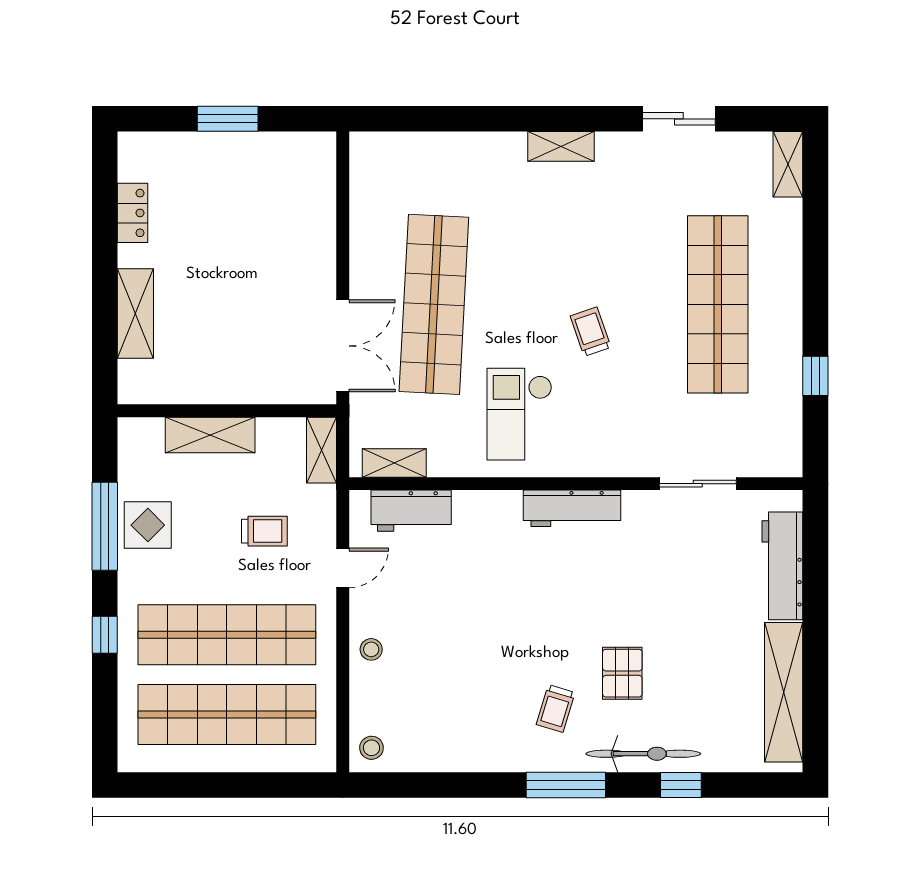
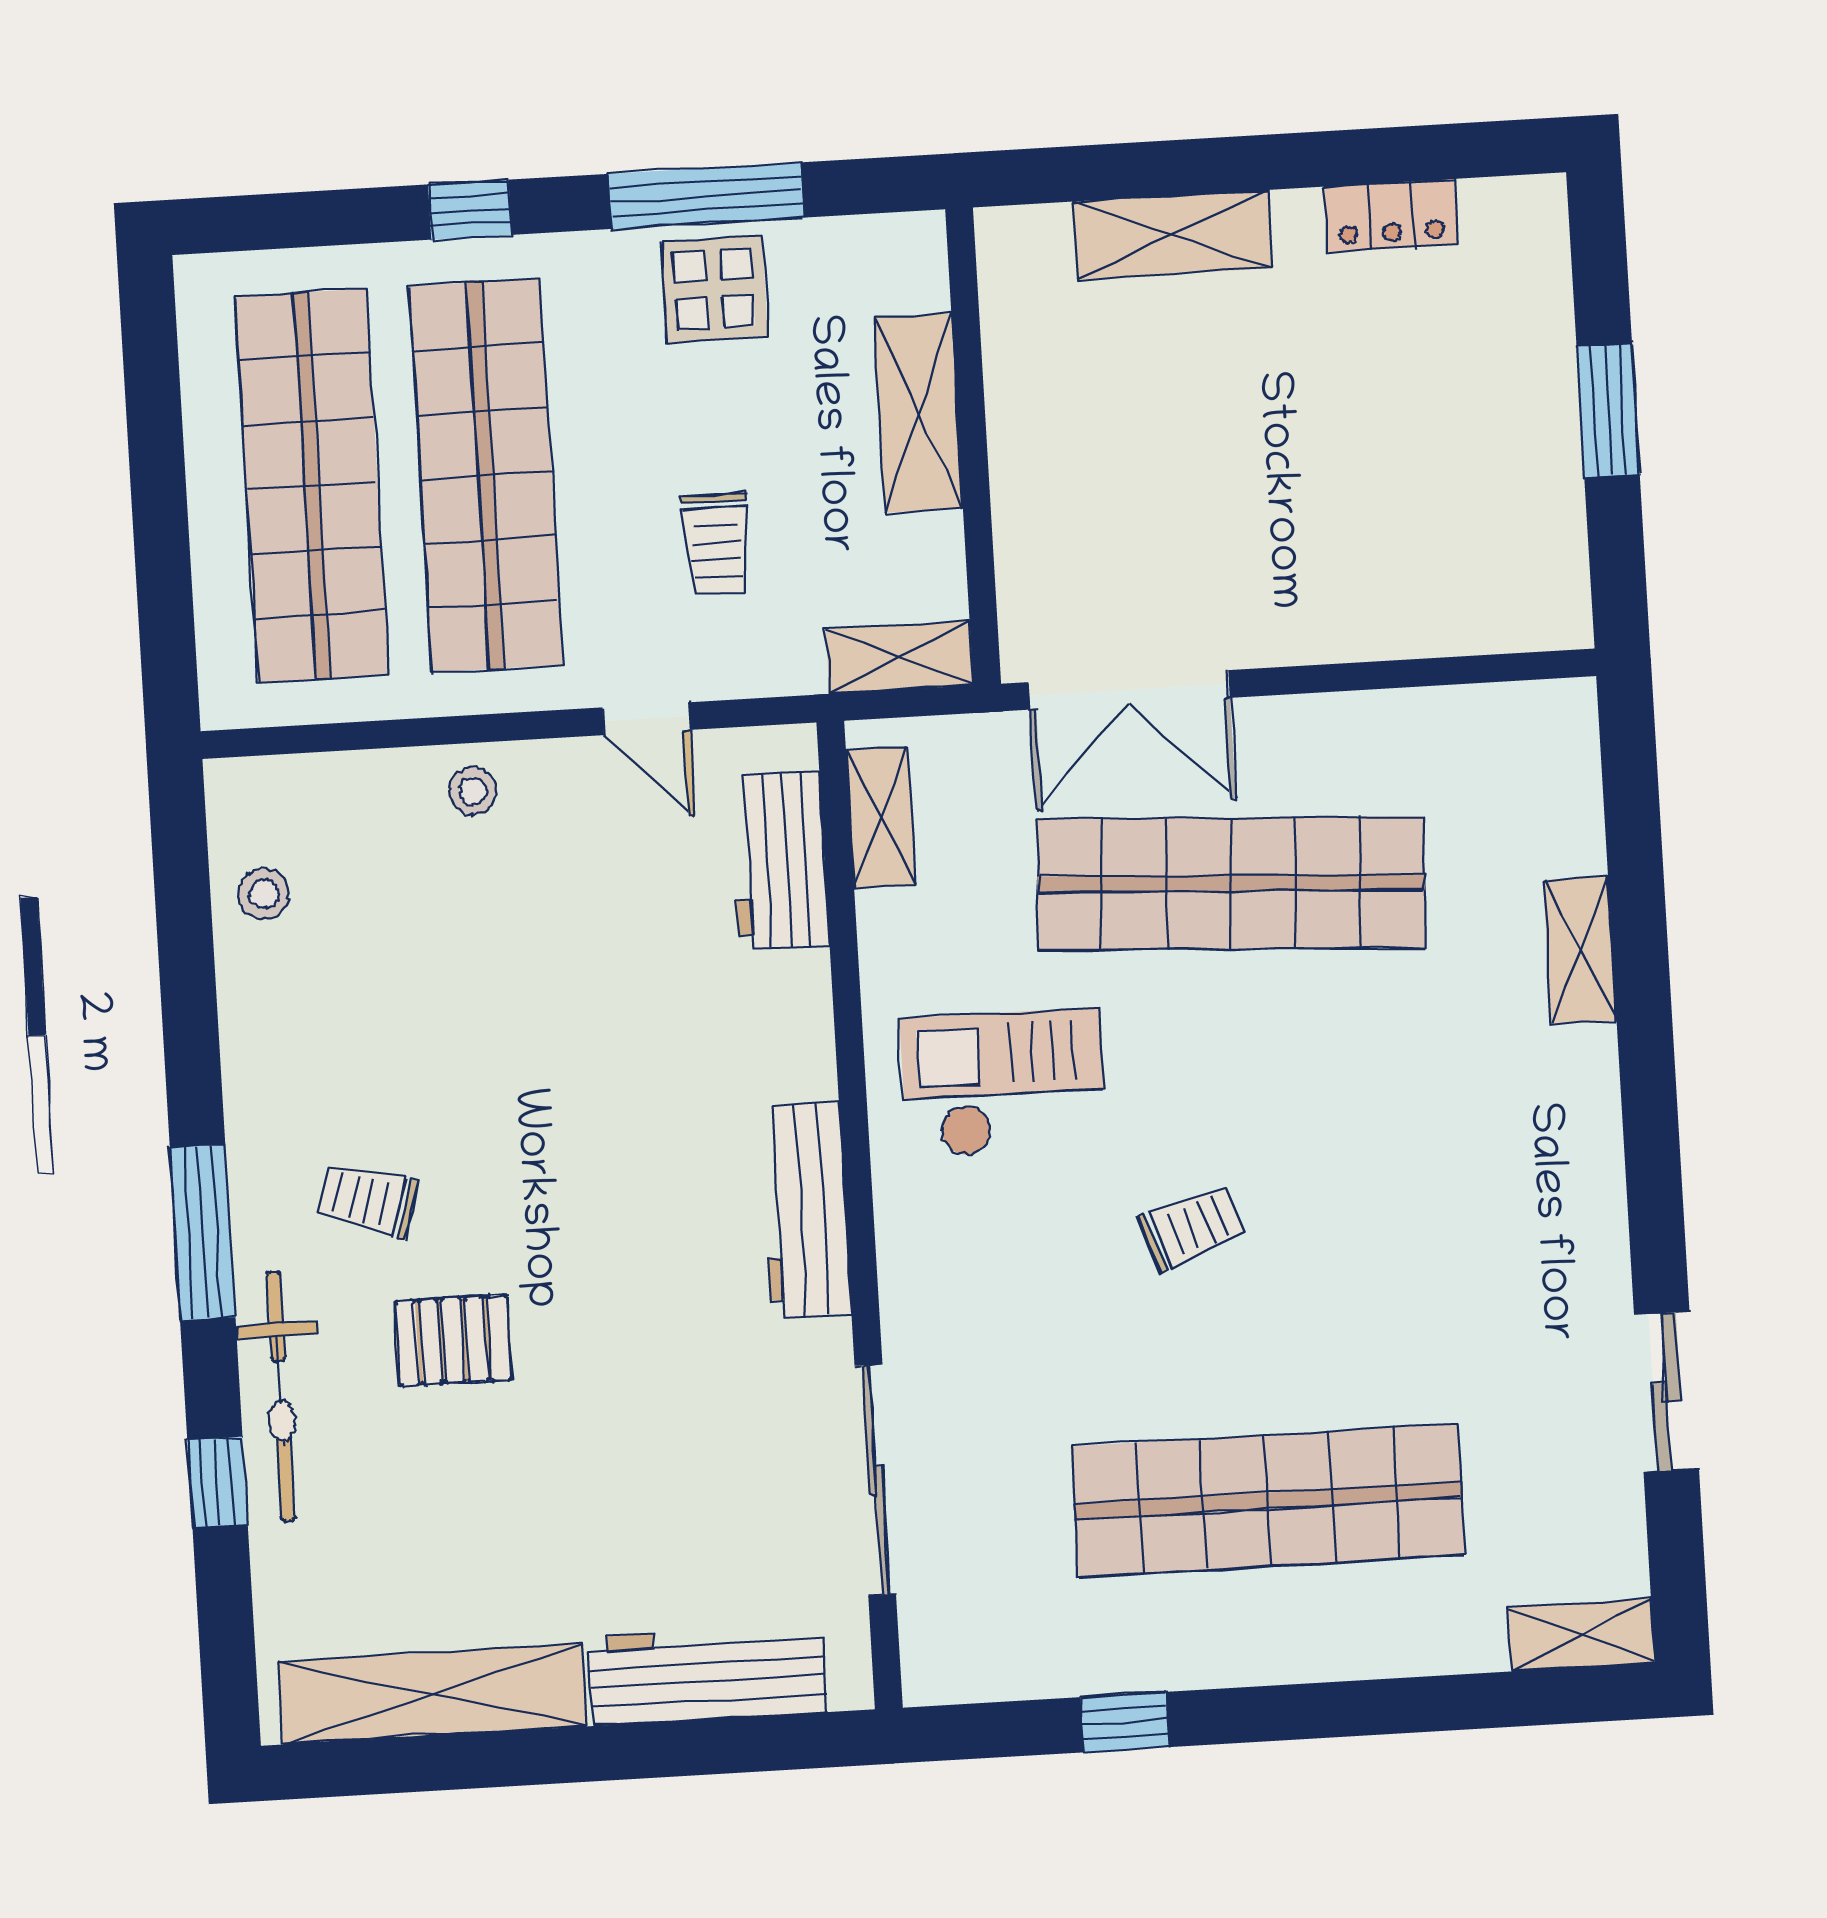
shelving: (561, 146) -> (1580, 950), moved
sliding door: (698, 484) -> (875, 1480), width x1.37
stool: (371, 748) -> (264, 894), moved

